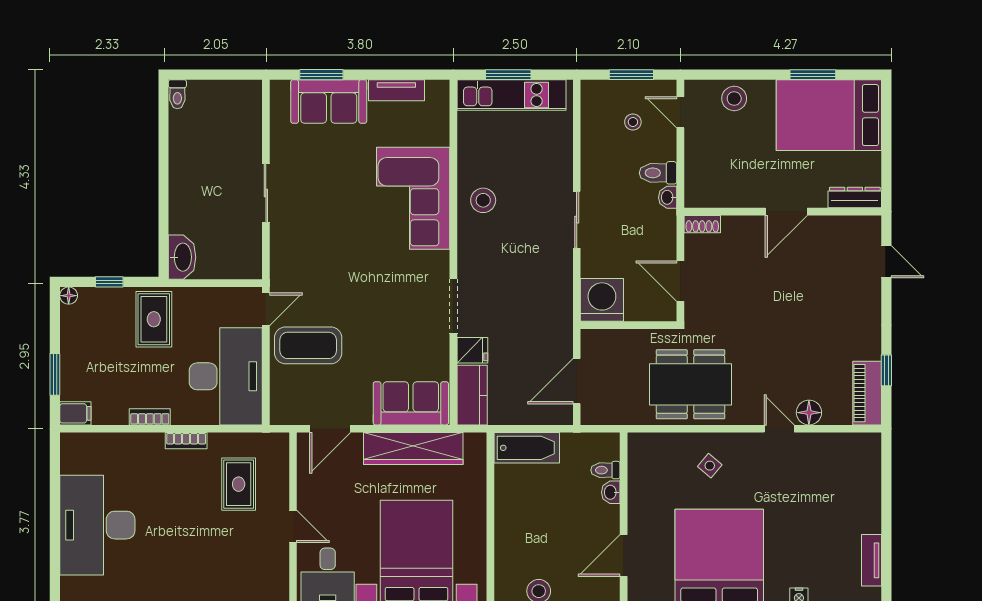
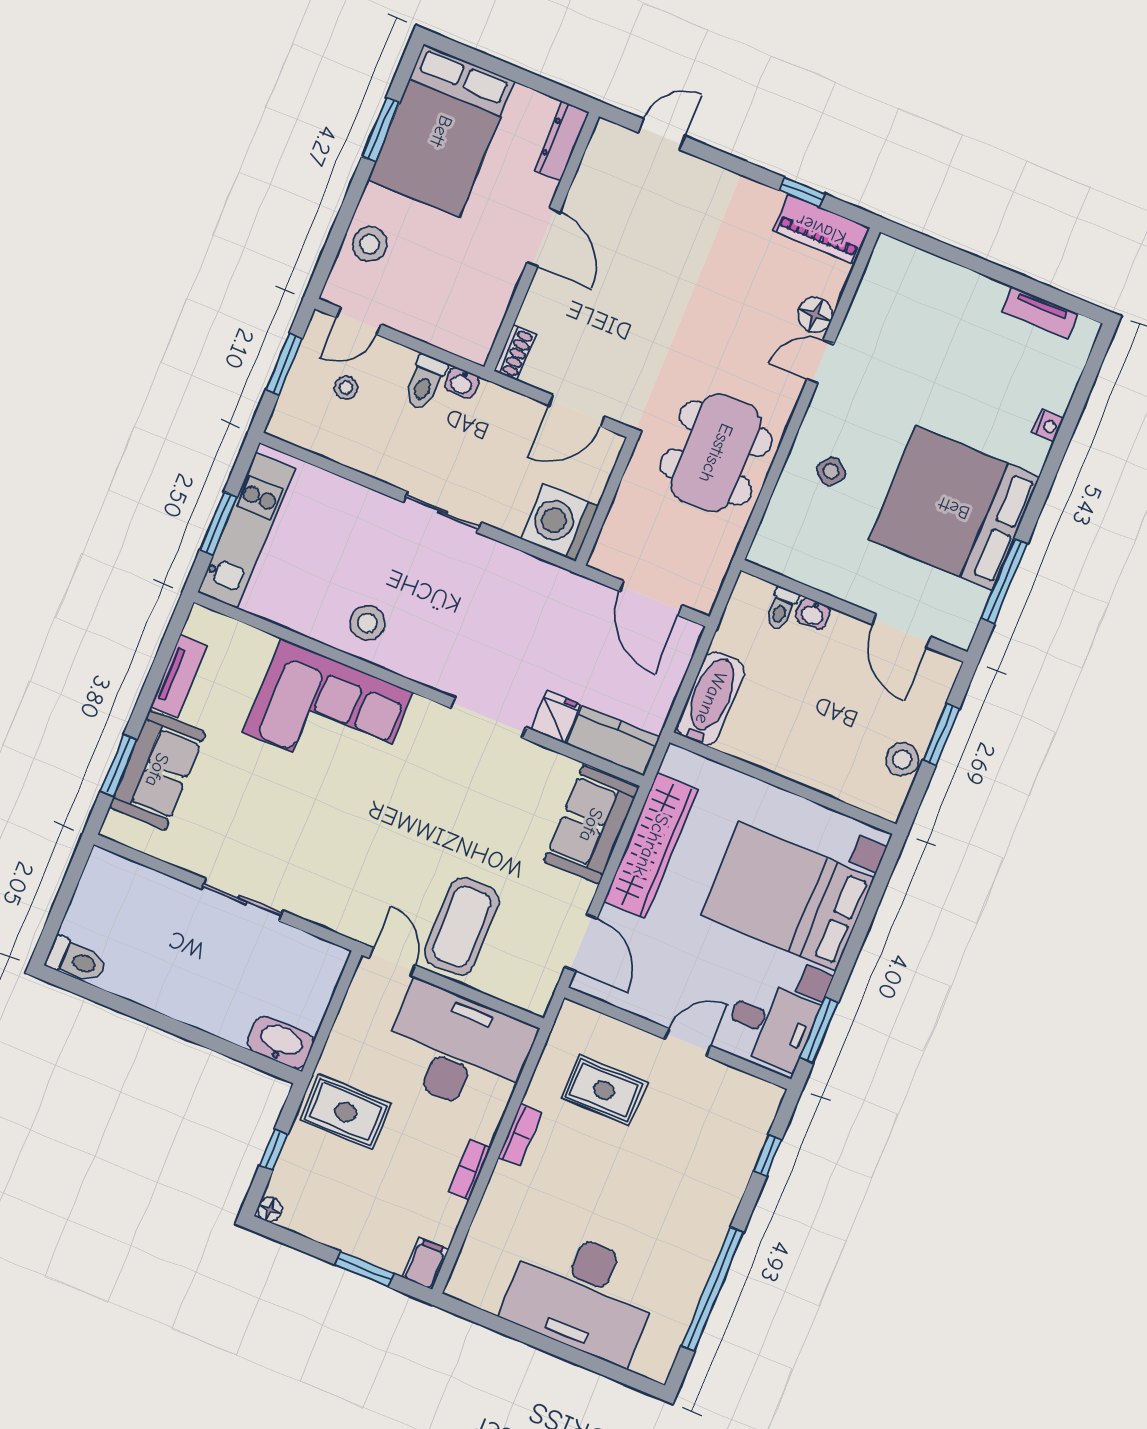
toilet: (177, 94) -> (76, 960), width x1.37, depth x1.39

